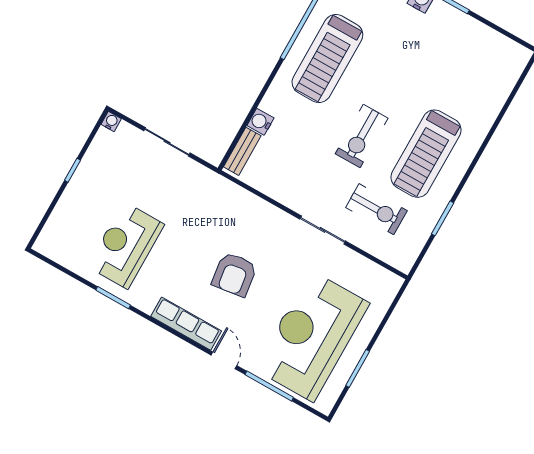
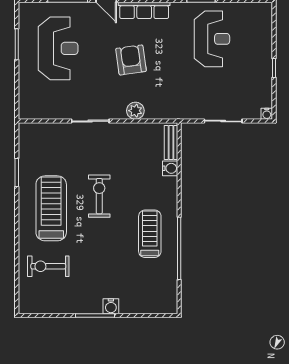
treadmill: (327, 59) -> (150, 234), width x0.73, depth x0.73
exercise bike: (376, 209) -> (48, 266), moved
plant: (263, 212) -> (135, 111), added
reception desk: (312, 336) -> (58, 48), width x0.74, depth x0.77

